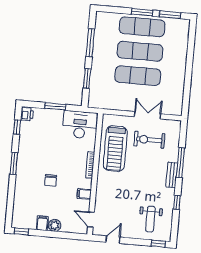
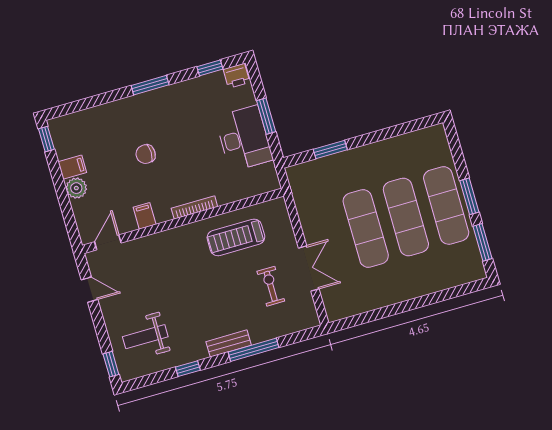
window: (90, 43) -> (389, 133), removed
desk: (80, 125) -> (244, 138), moved
exercise bike: (149, 140) -> (271, 286), width x0.73, depth x0.72
treadmill: (115, 149) -> (236, 237), width x0.73, depth x0.73

